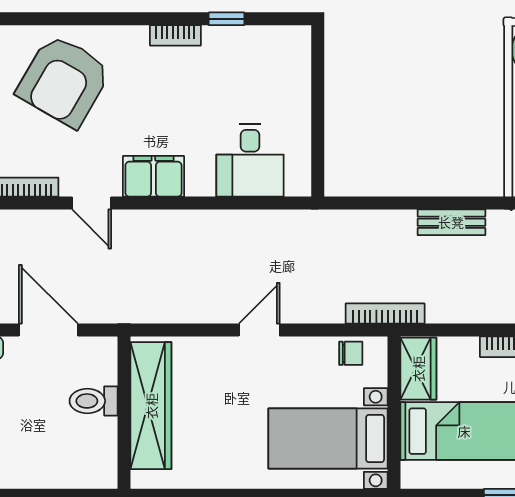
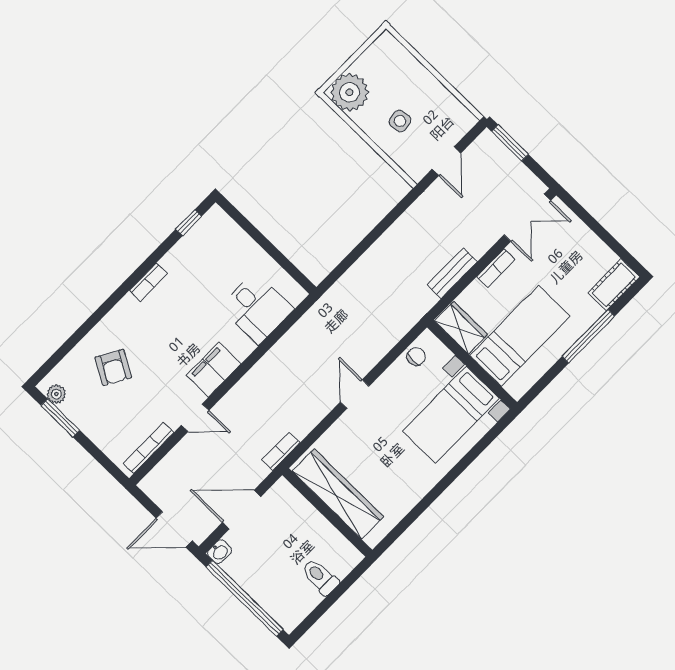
window: (226, 19) -> (189, 223), moved
armchair: (64, 81) -> (113, 367), width x0.53, depth x0.53
bench: (451, 222) -> (452, 273), moved
bookcase: (385, 314) -> (281, 451), moved, width x0.64
toilet: (94, 401) -> (320, 577), moved, turned 90

